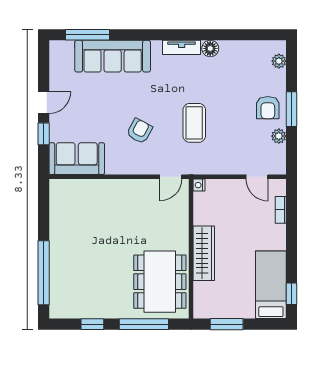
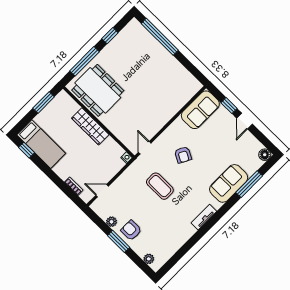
window: (88, 35) -> (249, 184), moved
floor lamp: (210, 48) -> (265, 155), moved
sofa: (113, 56) -> (229, 183), width x0.73

